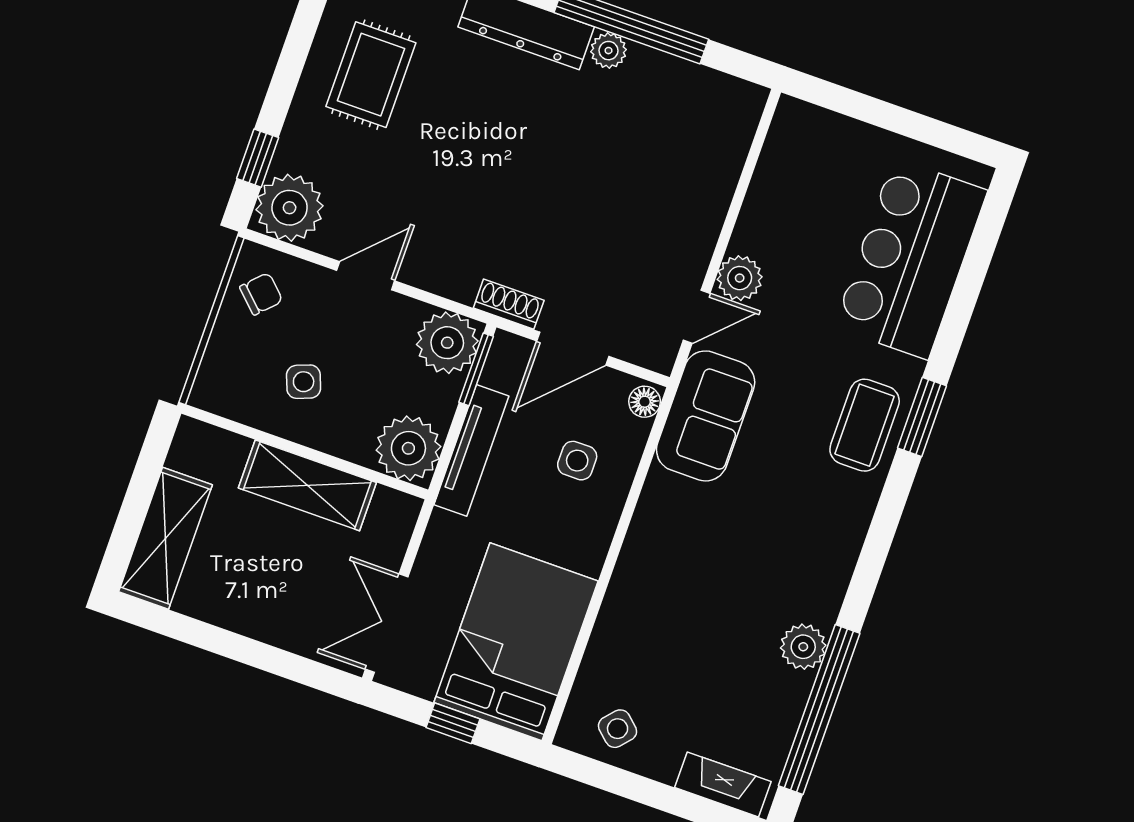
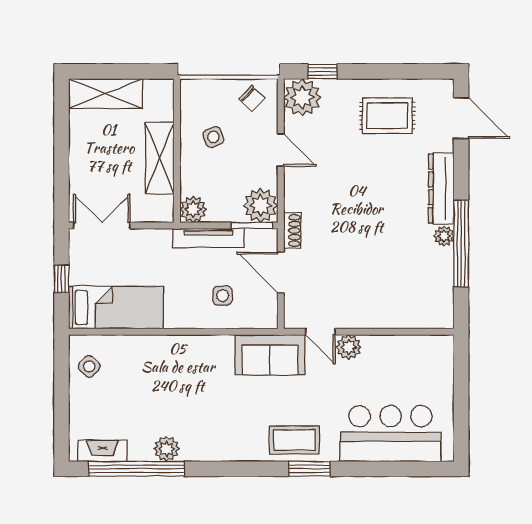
floor lamp: (645, 402) -> (266, 320), removed
plant: (408, 448) -> (193, 209), width x0.73, depth x0.73
bed: (516, 642) -> (116, 308), width x0.67
fireplace: (723, 784) -> (102, 451), moved, turned -90

